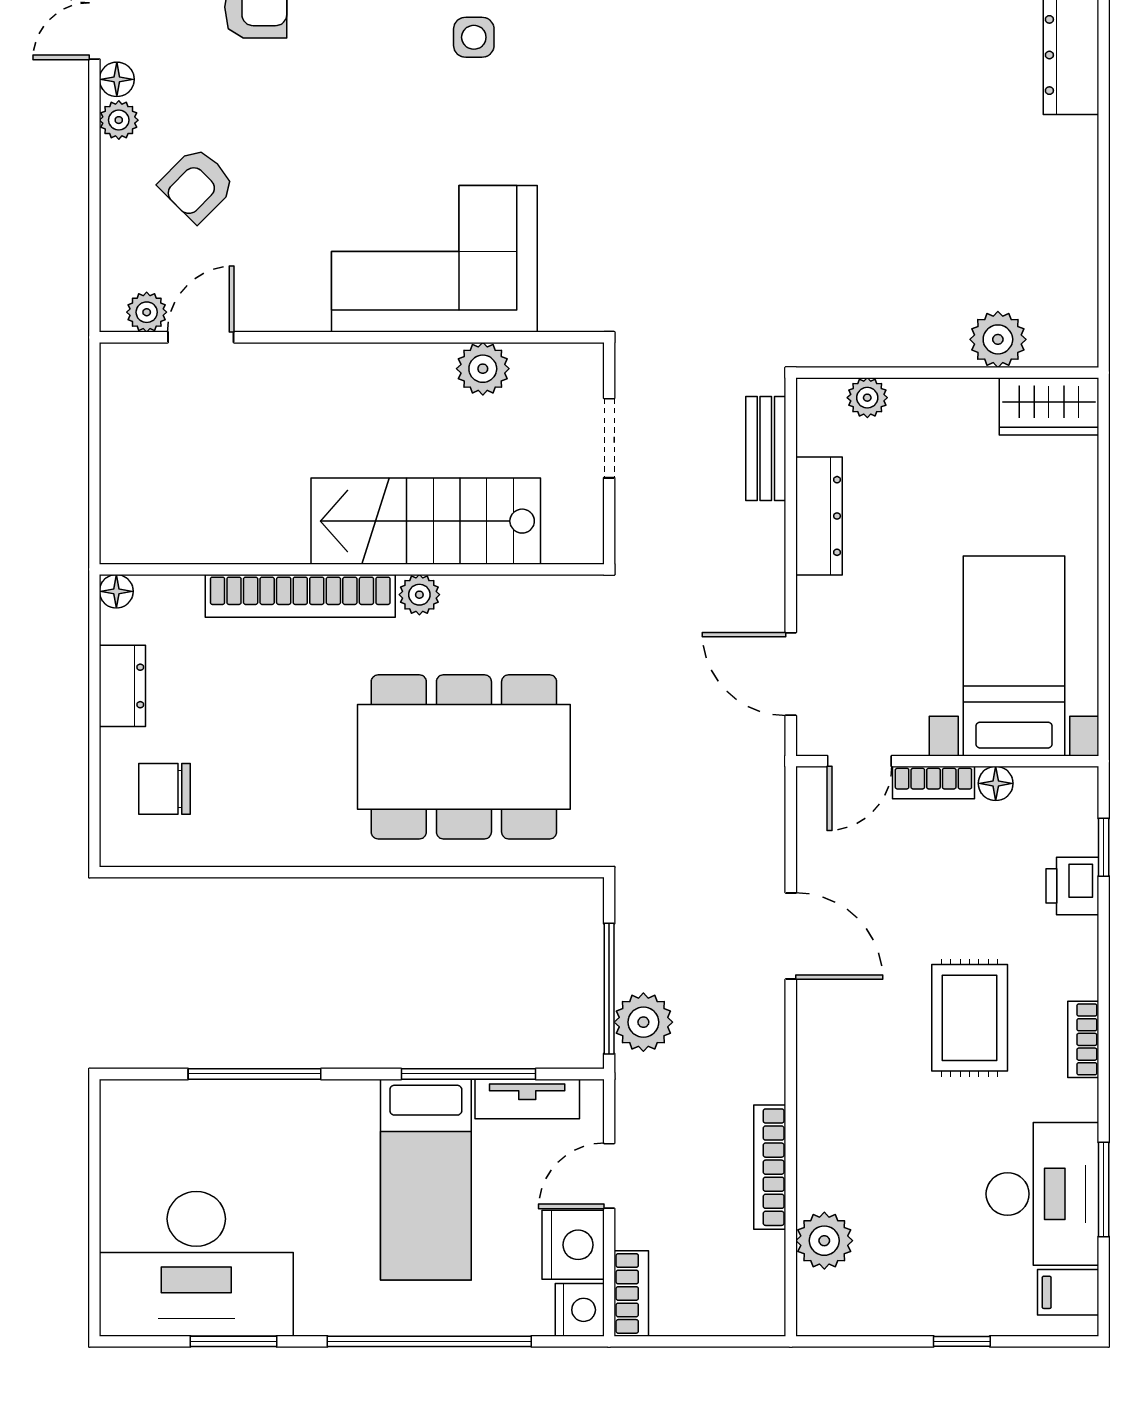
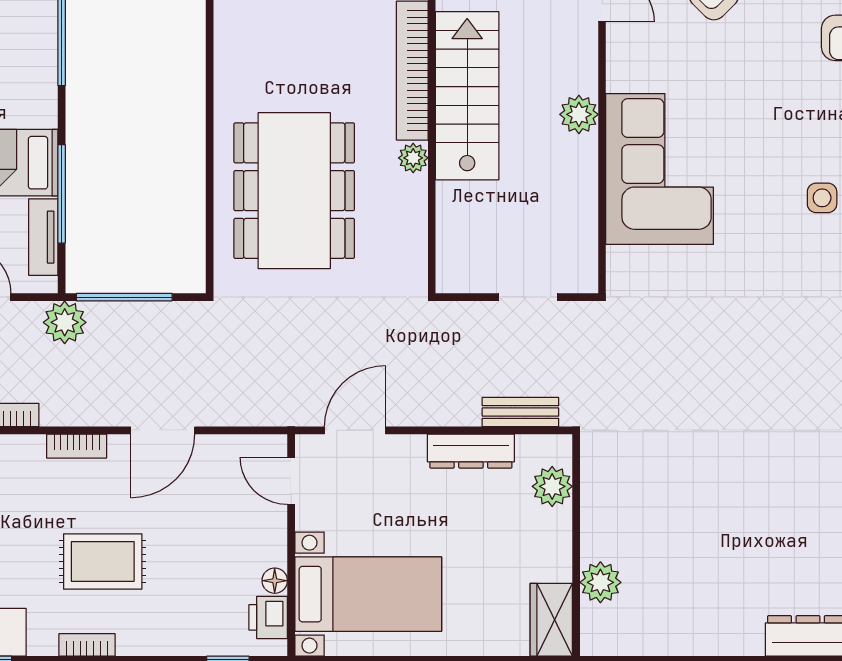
plant: (483, 369) -> (579, 114), moved
plant: (867, 398) -> (552, 486), width x1.38, depth x1.38
stairs: (426, 521) -> (467, 96), moved
bookcase: (933, 783) -> (77, 446), moved, turned -90
printer: (1072, 886) -> (268, 617), moved, turned -90
plant: (643, 1022) -> (65, 322), moved

